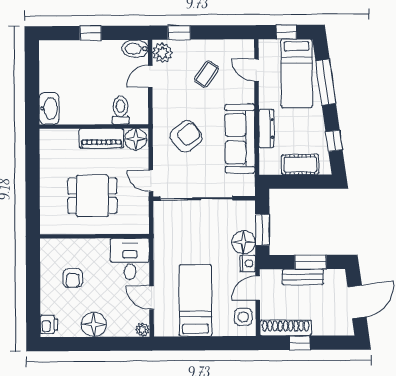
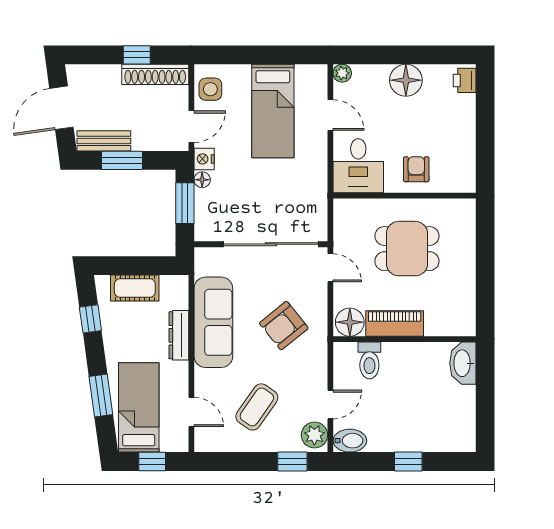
coffee table: (206, 74) -> (257, 407), width x1.36, depth x1.30
window: (326, 82) -> (101, 395), width x0.69
floor lamp: (244, 242) -> (202, 180), width x0.53, depth x0.53
bench: (303, 277) -> (104, 141), moved
armchair: (73, 278) -> (416, 169), moved

